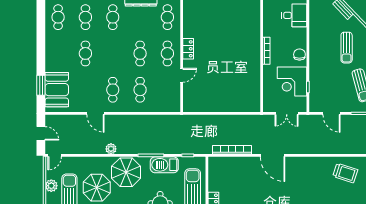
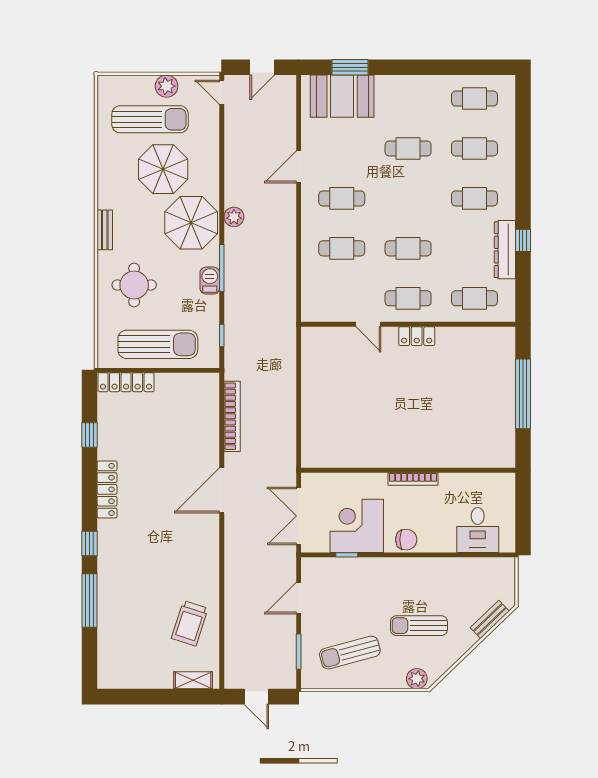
double door: (287, 113) -> (299, 516), width x1.37
plant: (111, 149) -> (234, 217), moved
barbecue: (164, 165) -> (210, 281), width x0.53, depth x0.65

